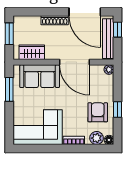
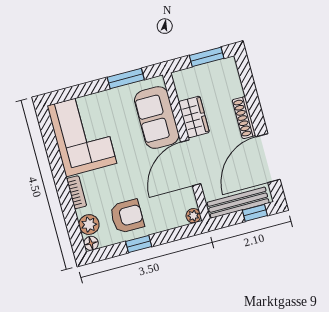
wardrobe: (32, 52) -> (194, 117), moved

